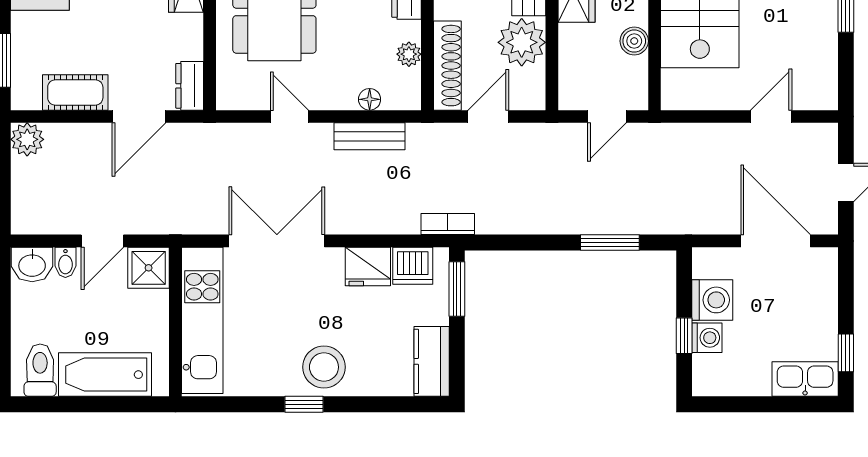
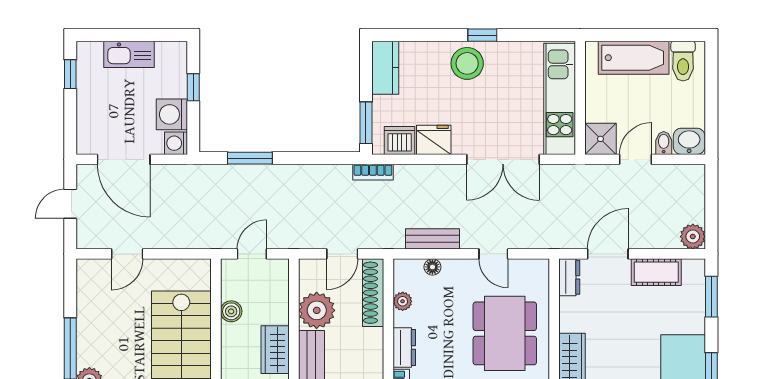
washing machine: (707, 338) -> (176, 143), moved
kitchen sink: (805, 379) -> (129, 54), moved

